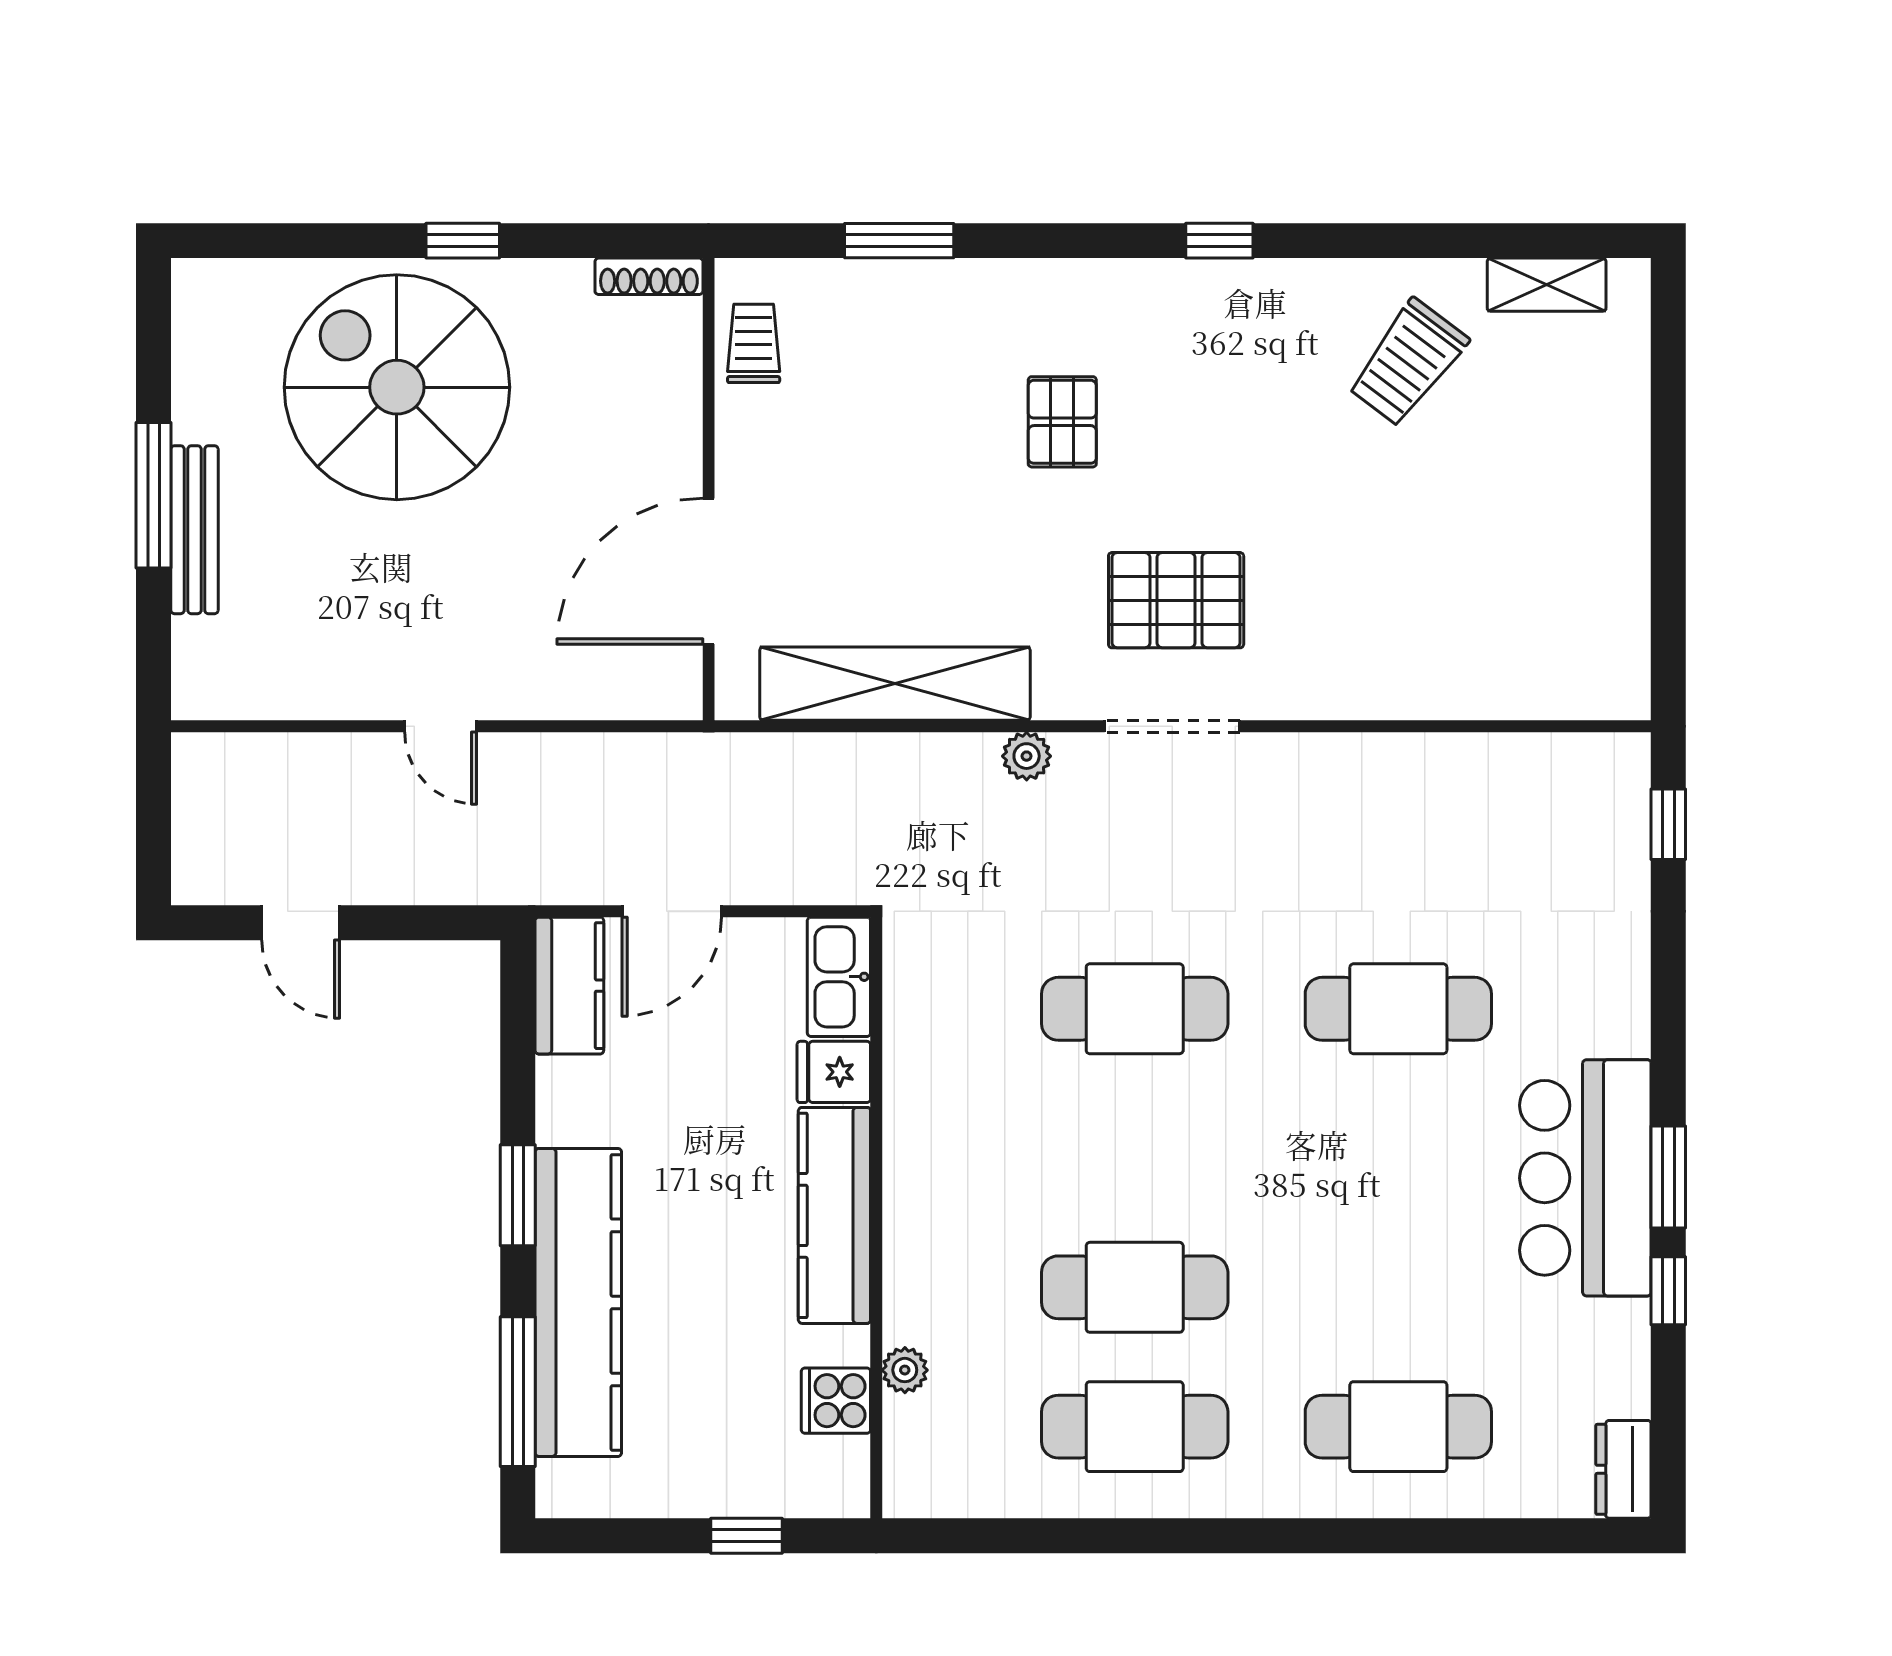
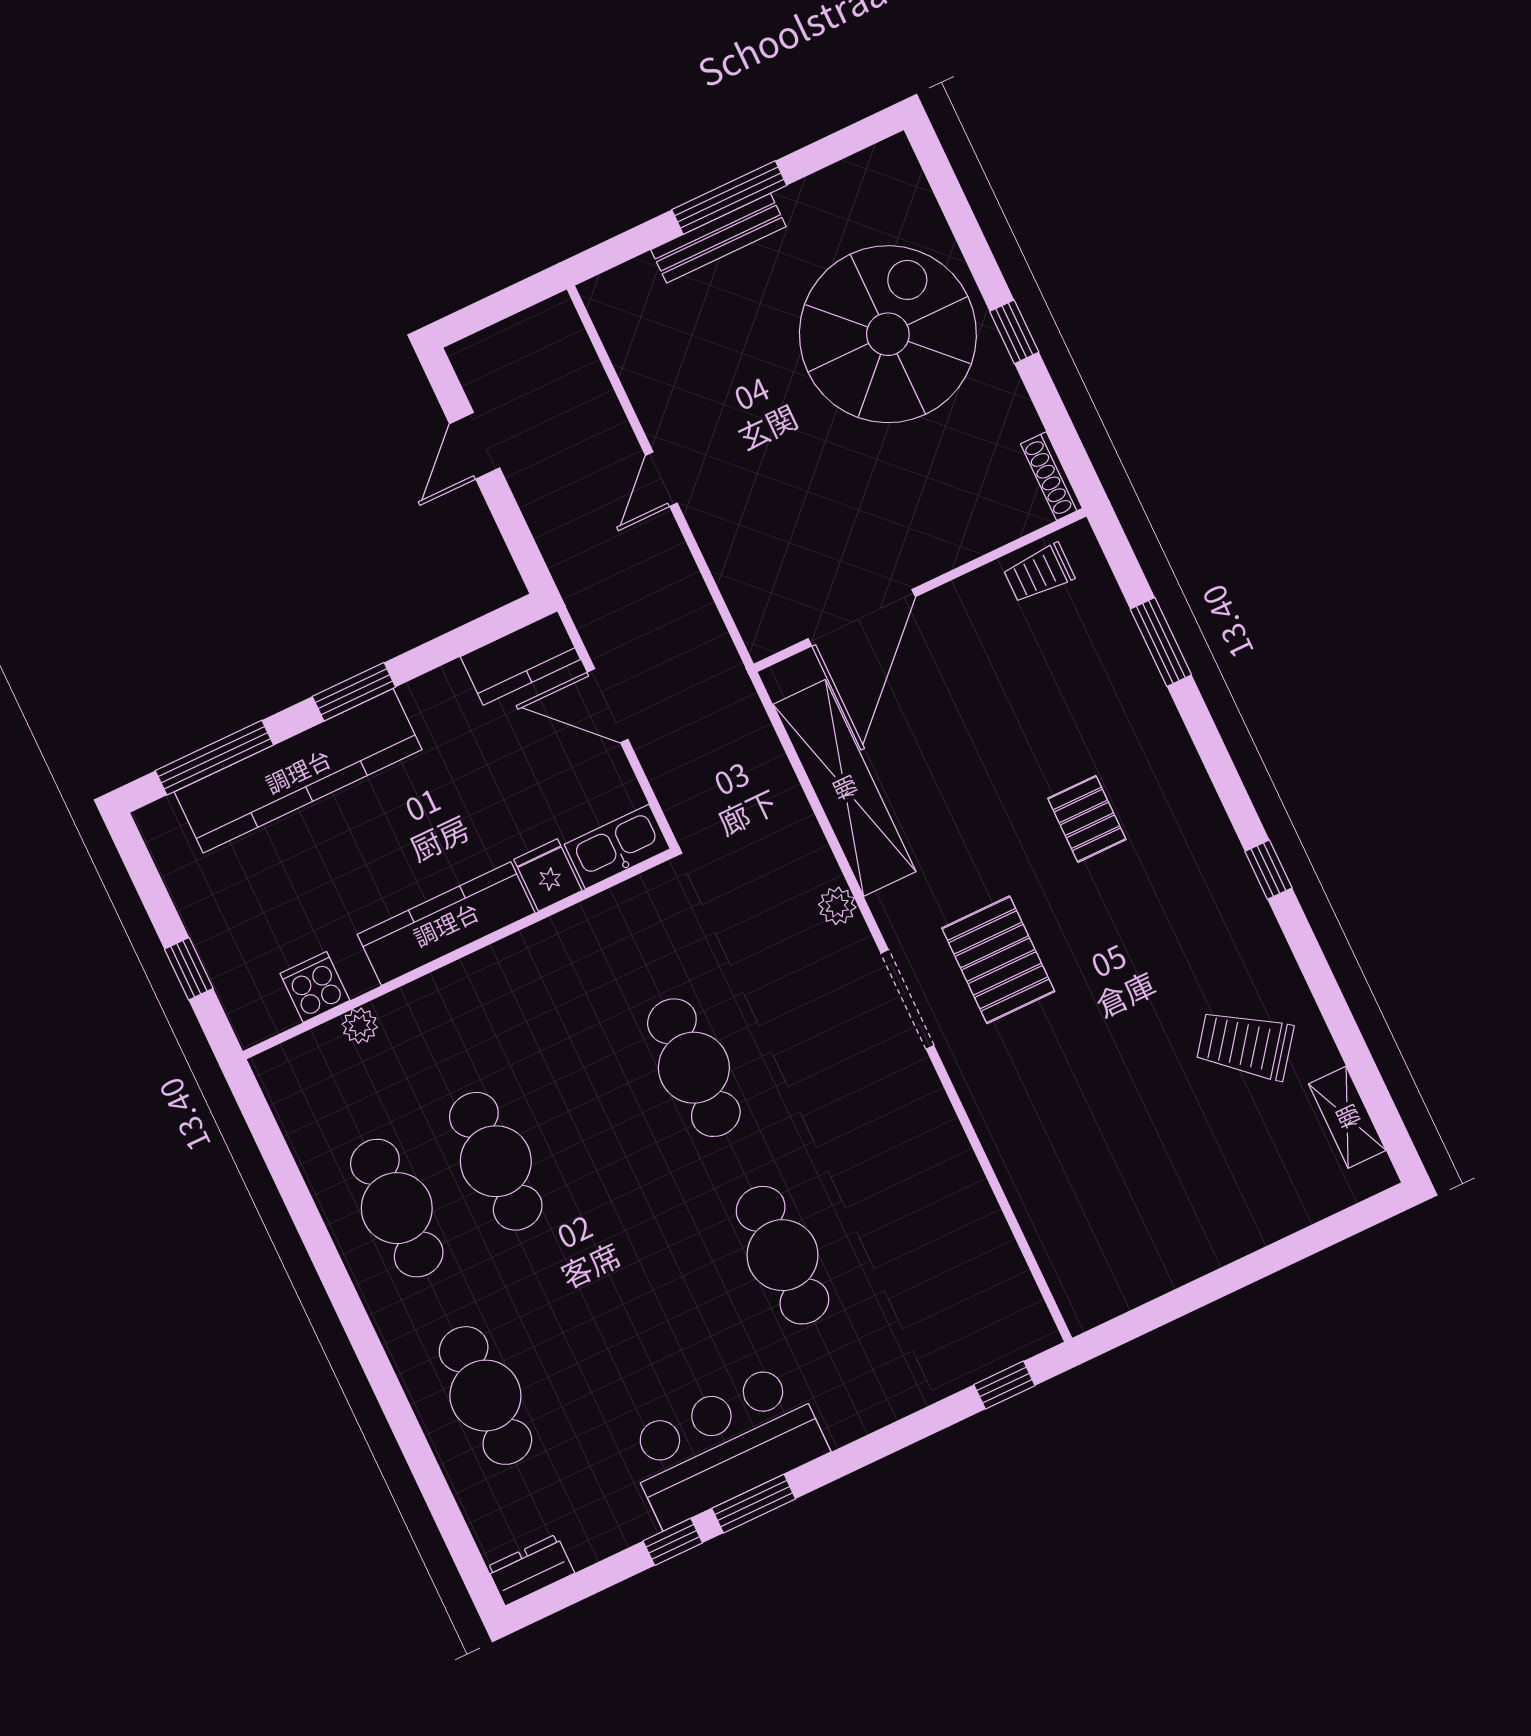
trolley: (754, 343) -> (1039, 573), turned 180
pallet: (1062, 422) -> (1087, 819), turned 90
door: (709, 571) -> (862, 618), swing flipped

